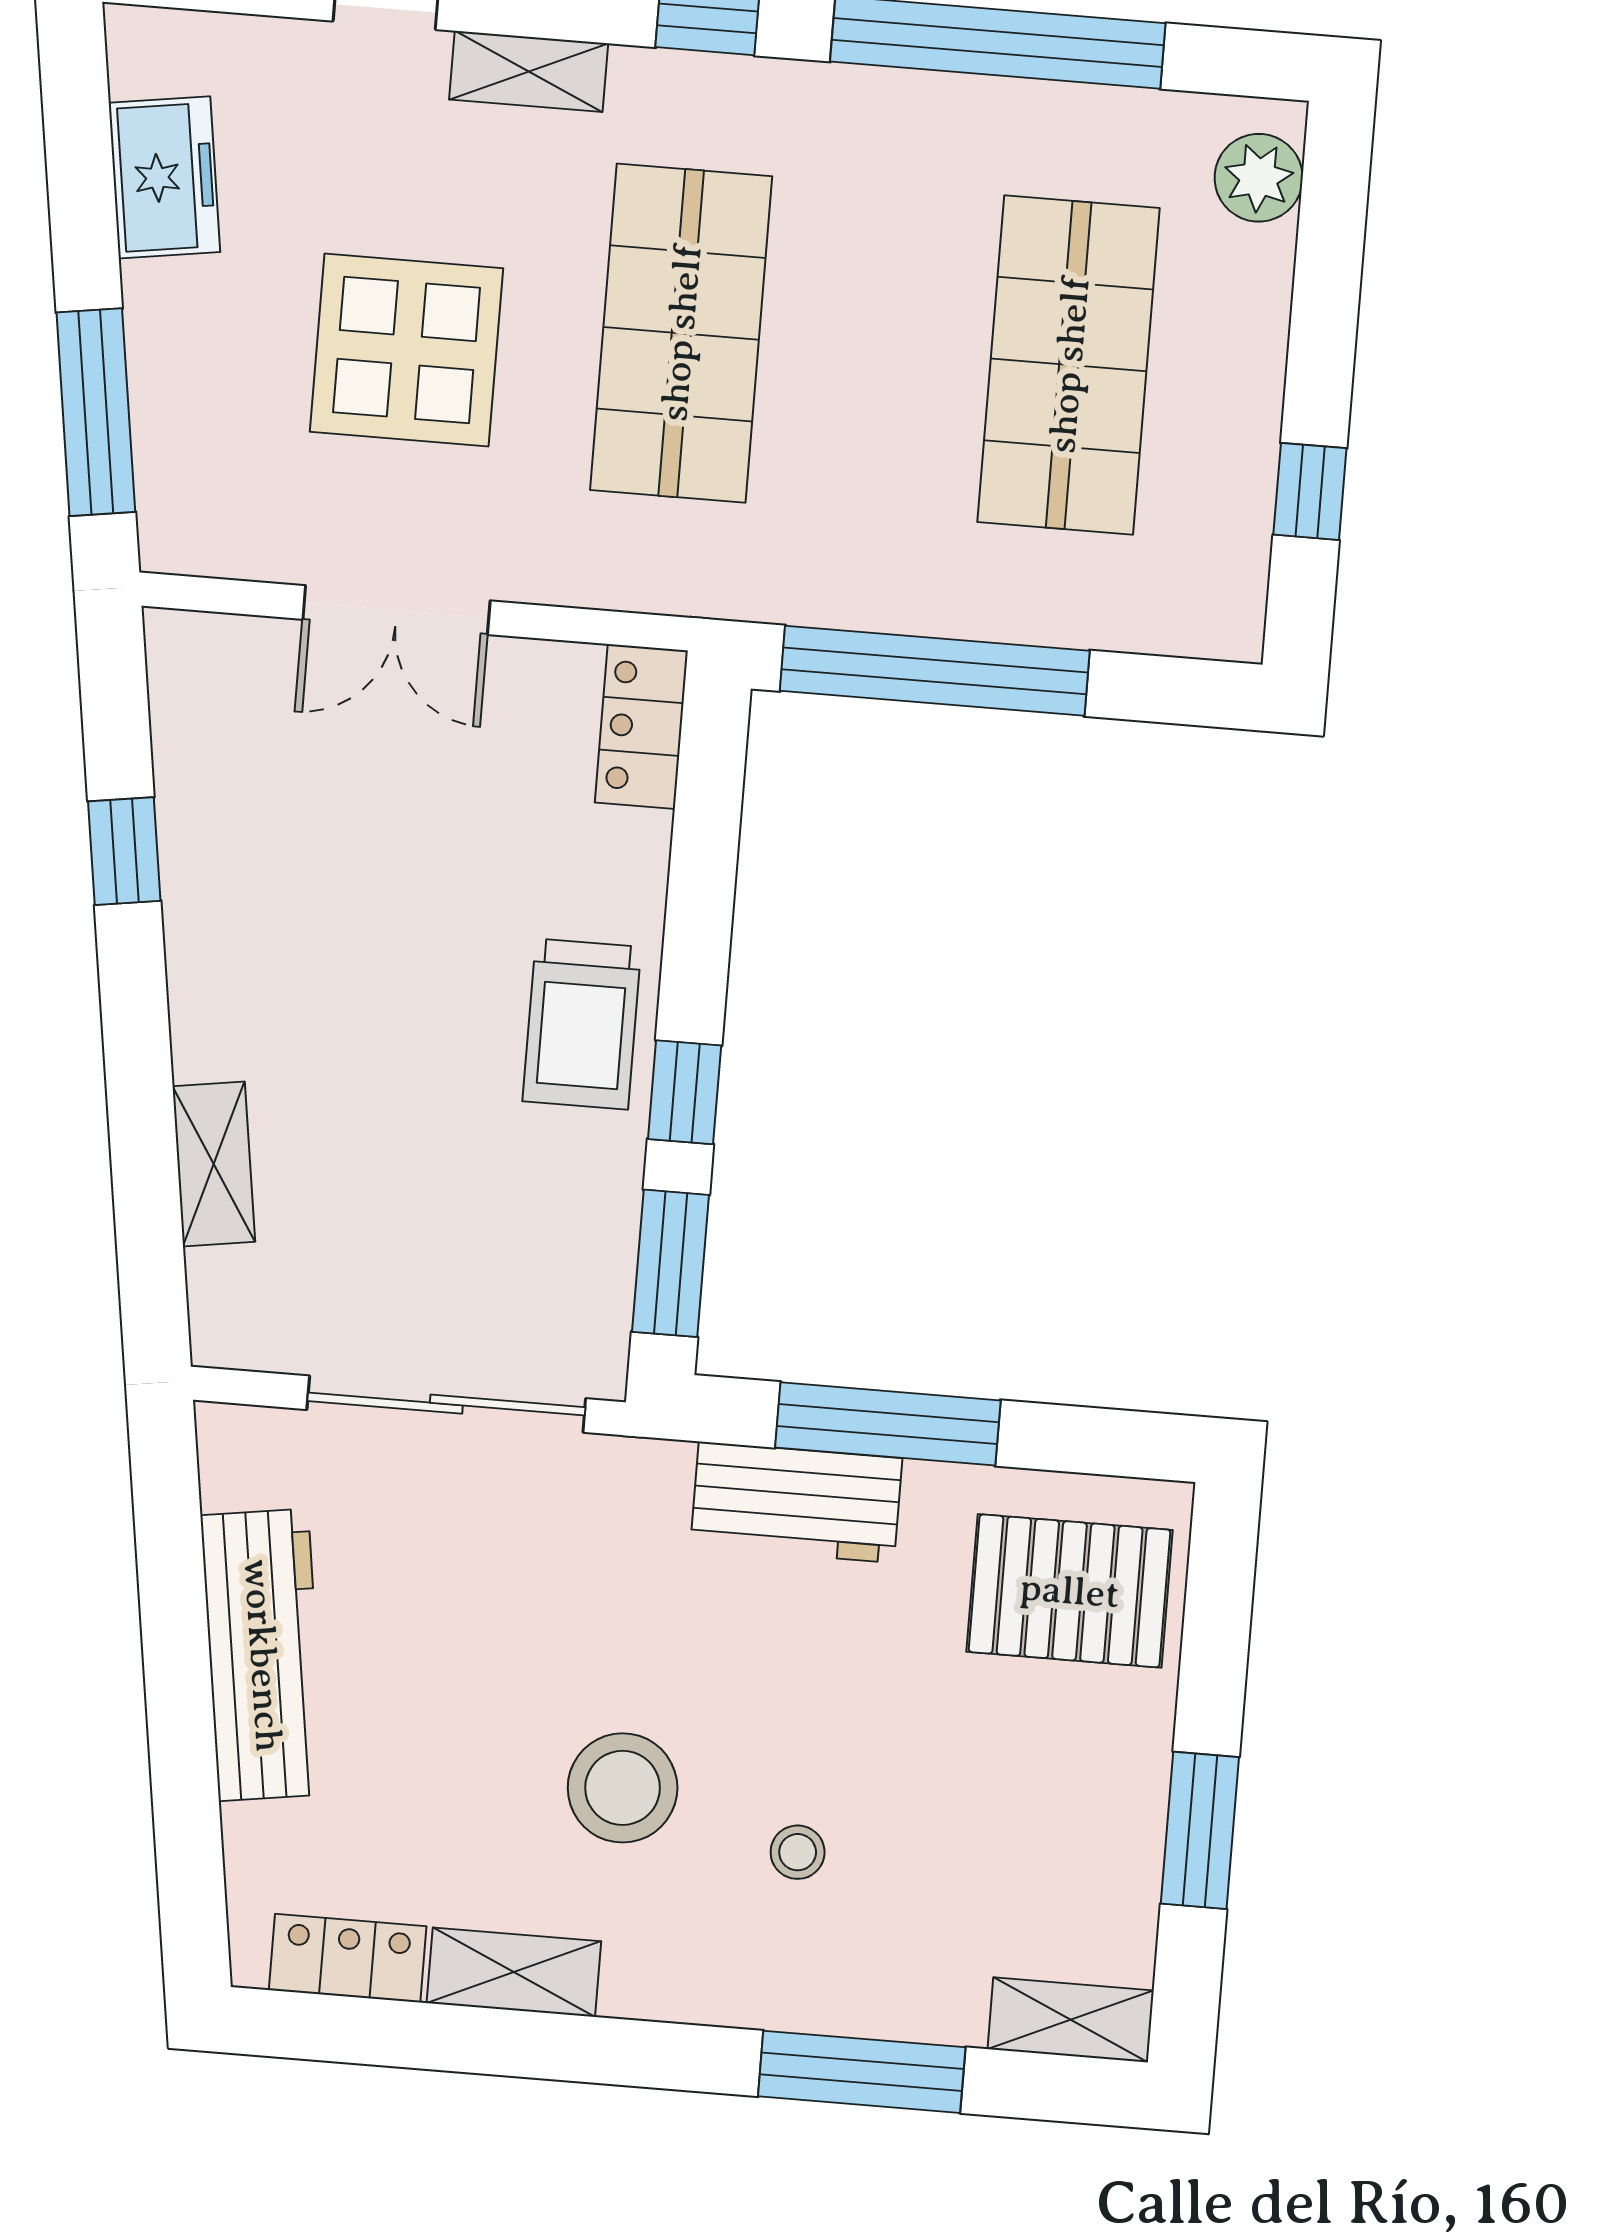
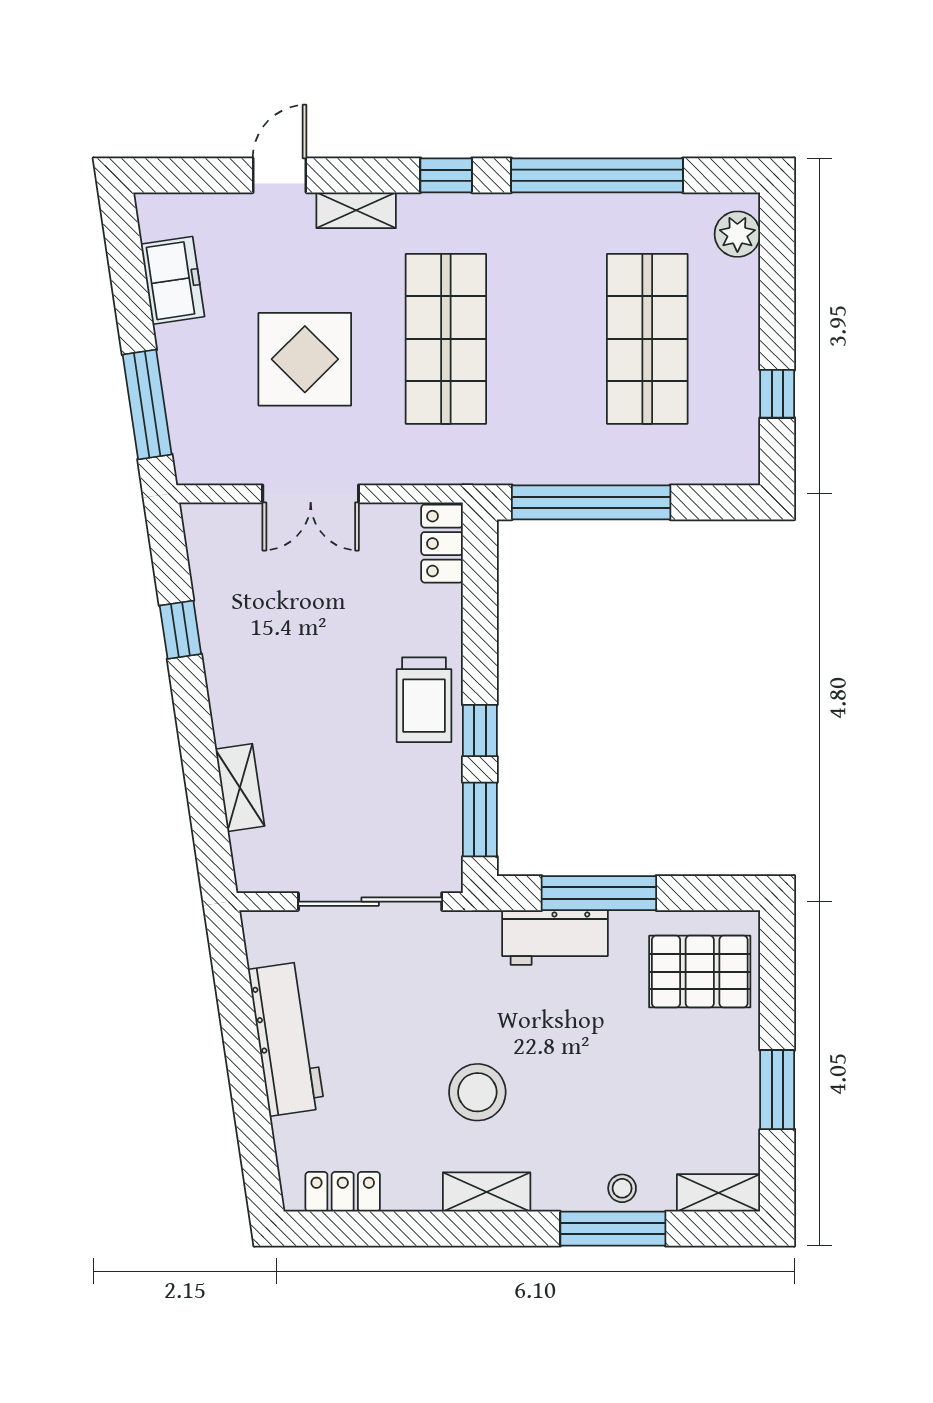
stool: (798, 1852) -> (622, 1188), moved
shelving: (514, 1972) -> (487, 1192), moved

